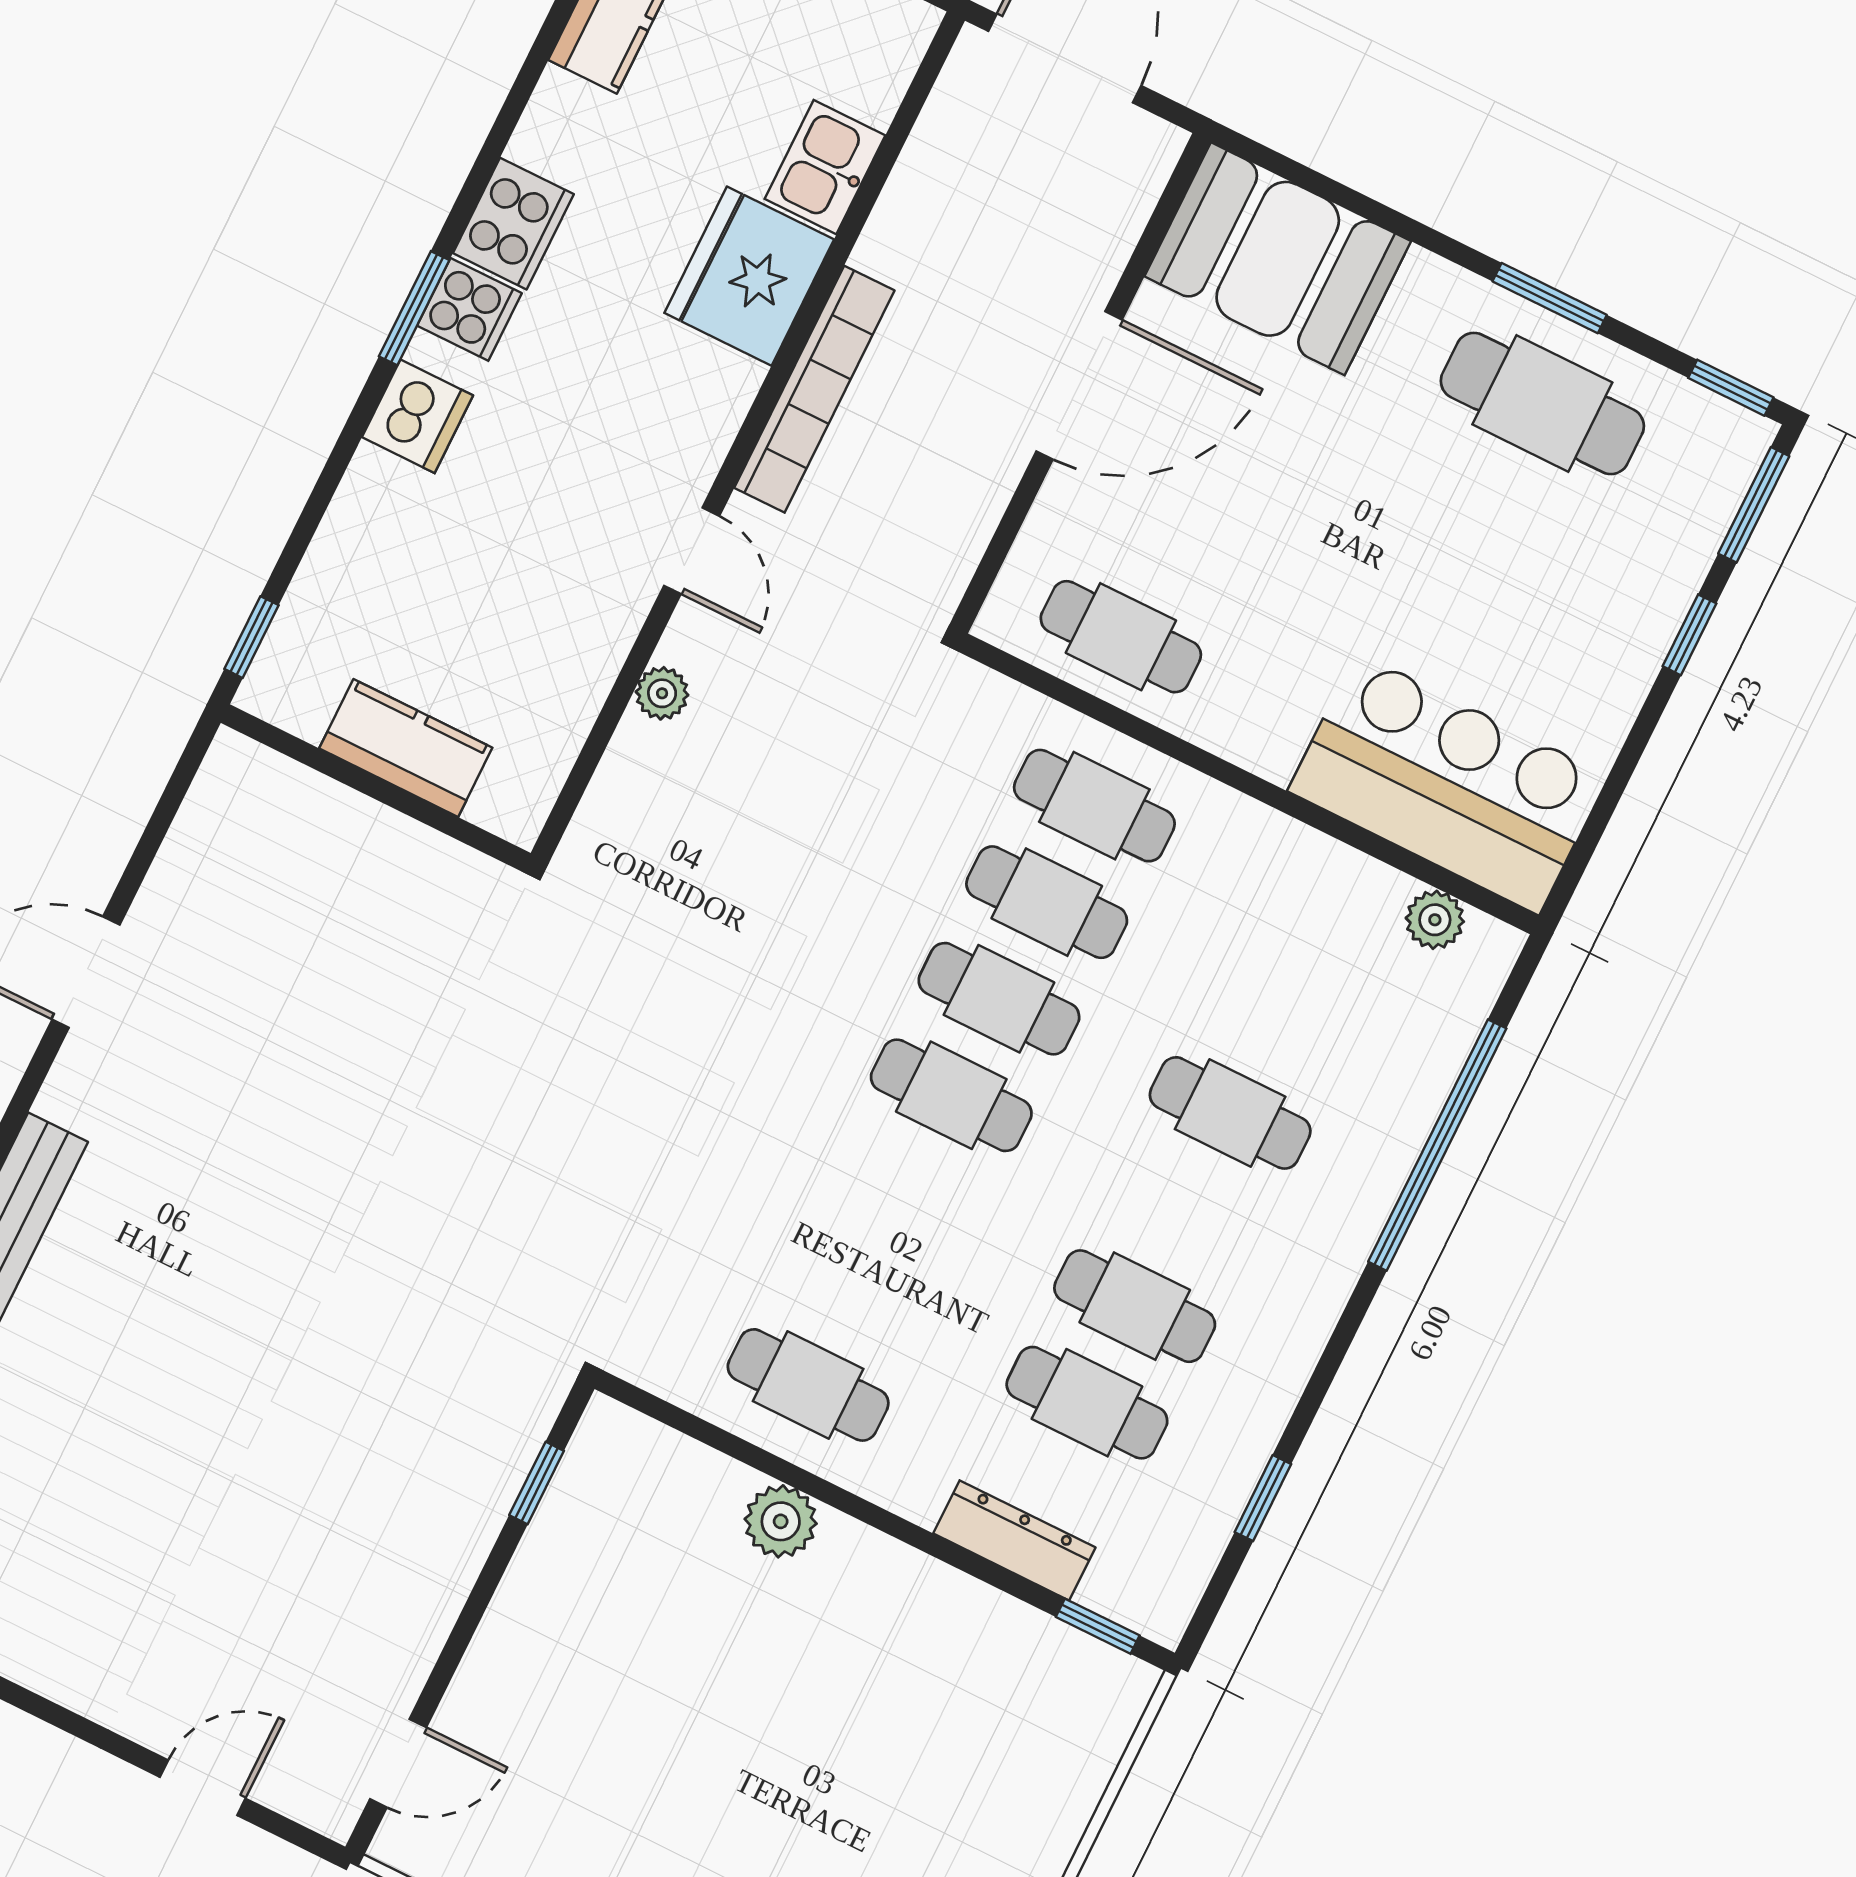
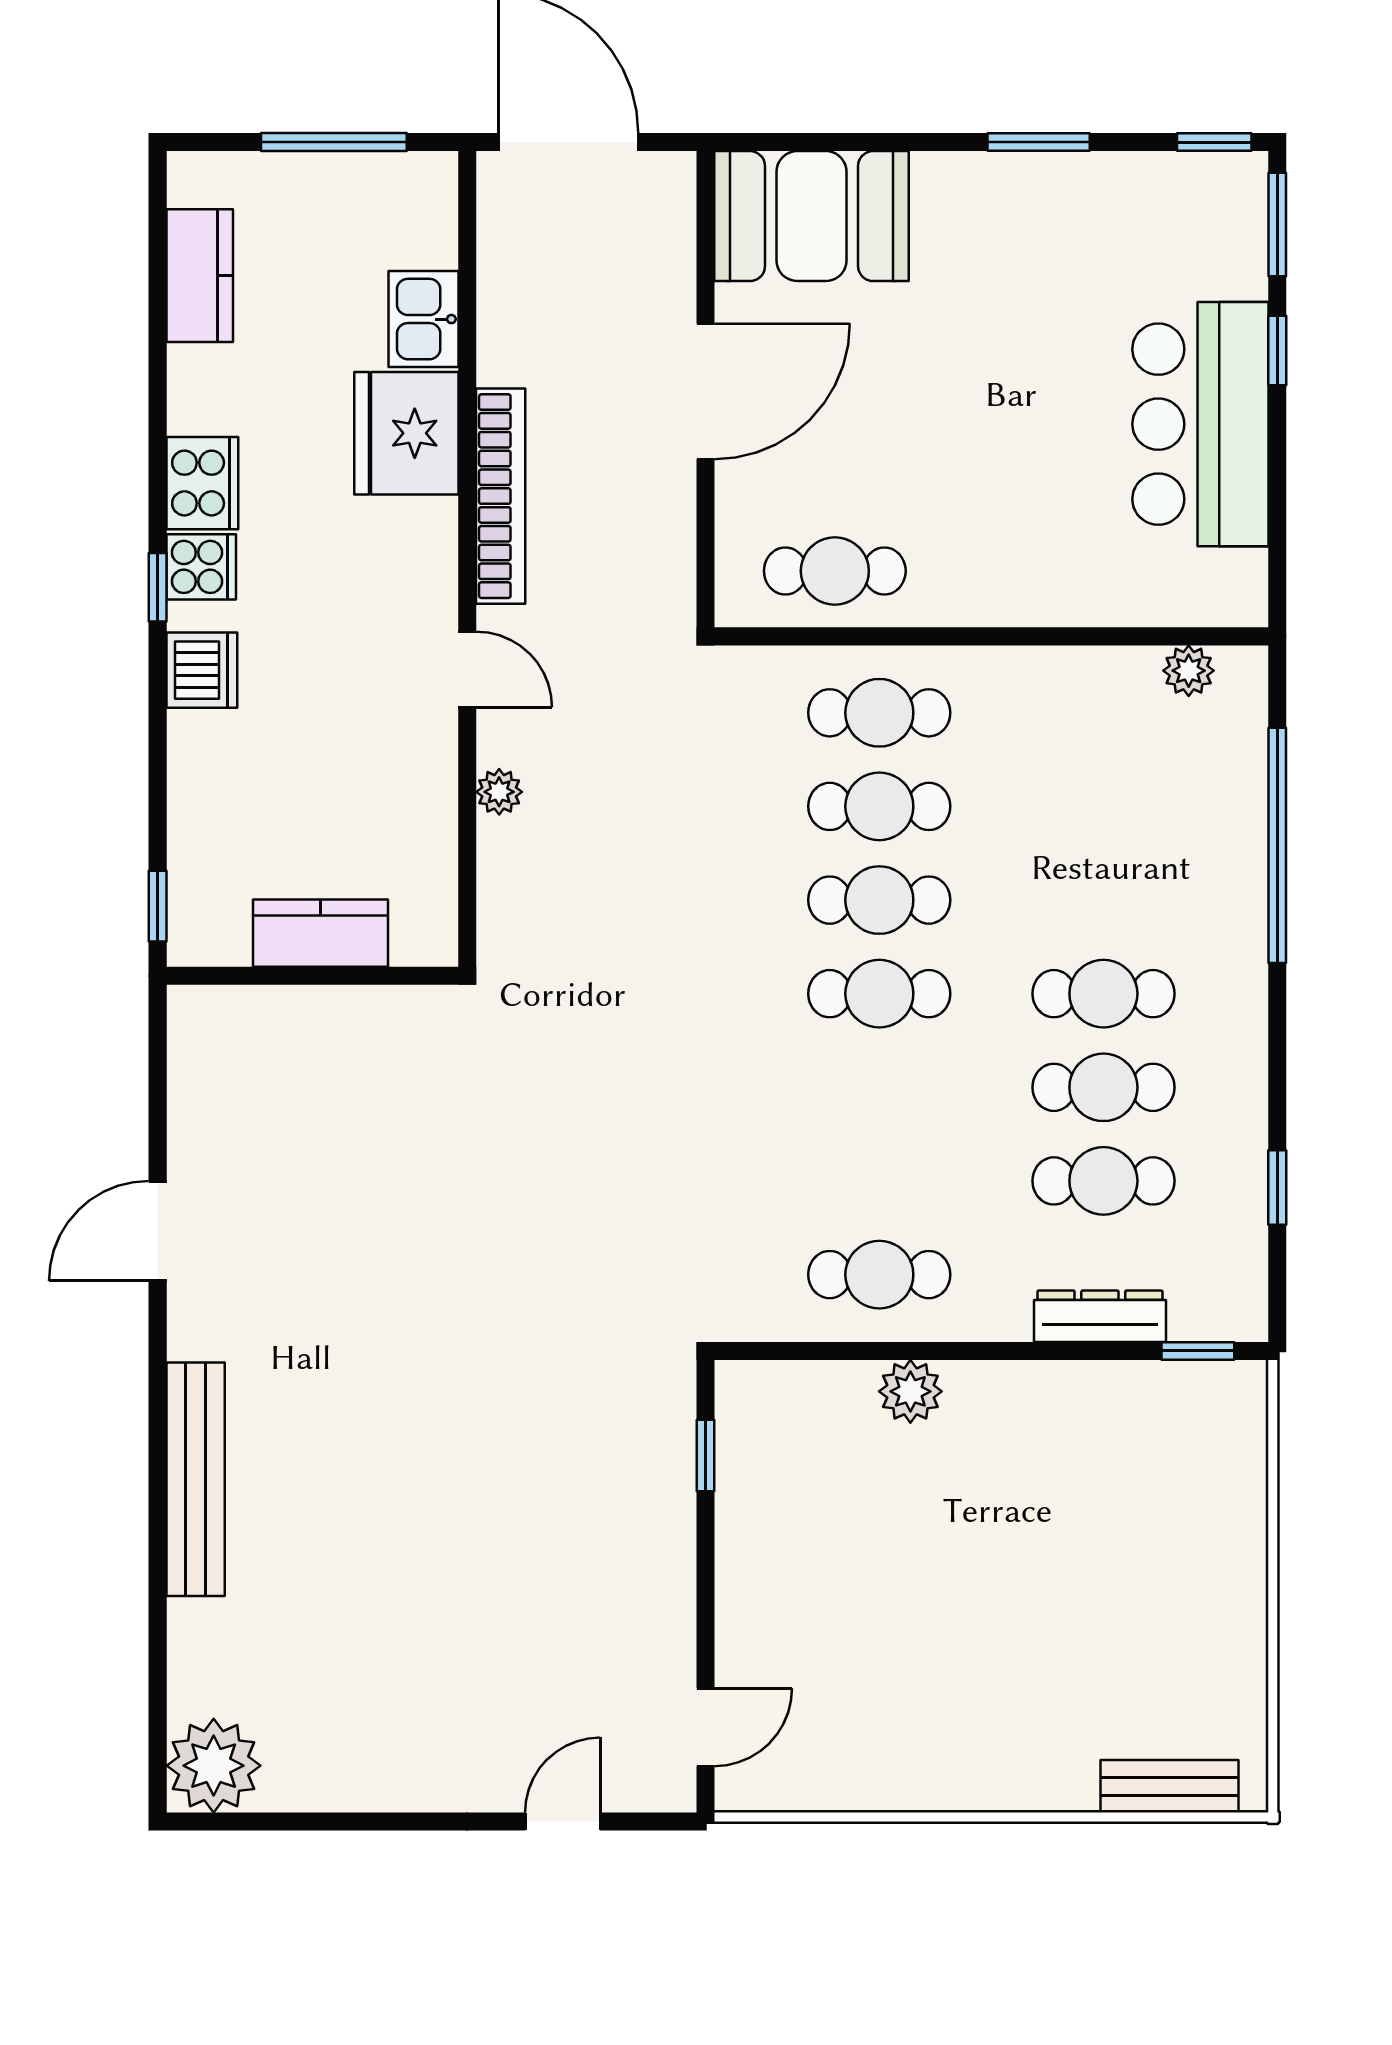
window: (414, 308) -> (158, 587), width x0.67
cafe table: (1542, 403) -> (1073, 227), removed
bar counter: (1448, 783) -> (1200, 424), moved, turned -90
cafe table: (1230, 1113) -> (1103, 994), moved

